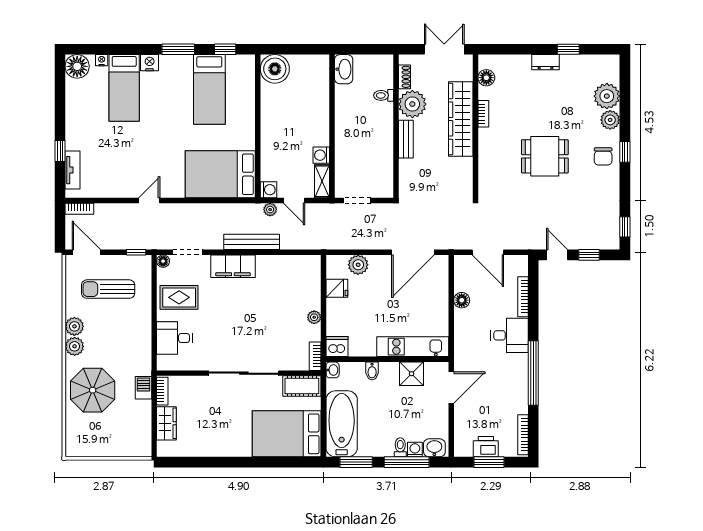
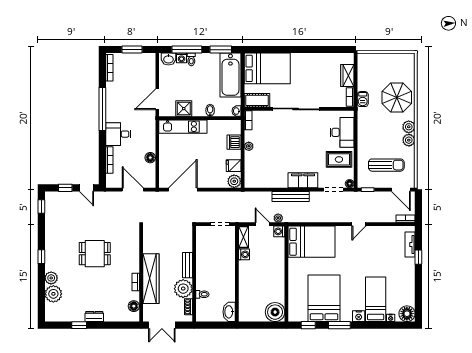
bed: (209, 89) -> (324, 298), width x1.50
chair: (603, 156) -> (56, 254), removed
plant: (358, 265) -> (234, 181), moved
desk: (174, 338) -> (342, 132), width x1.37
dishwasher: (337, 347) -> (234, 142), moved, turned 90
printer: (486, 447) -> (134, 60), removed

